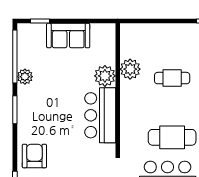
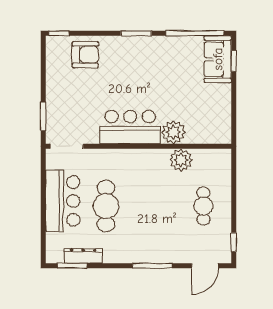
sofa: (68, 36) -> (218, 59), moved
plant: (25, 77) -> (173, 44), removed
cafe table: (172, 78) -> (203, 206), moved

